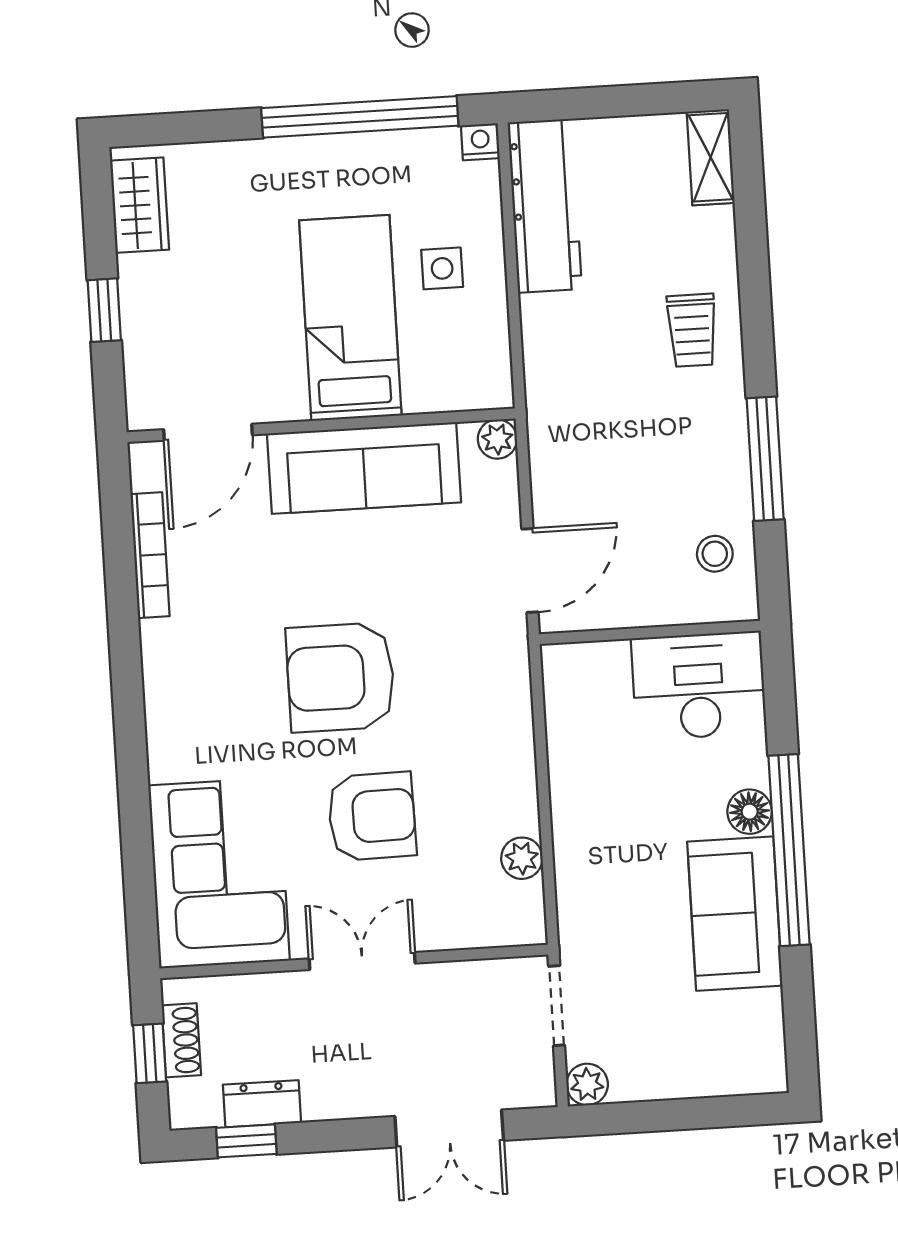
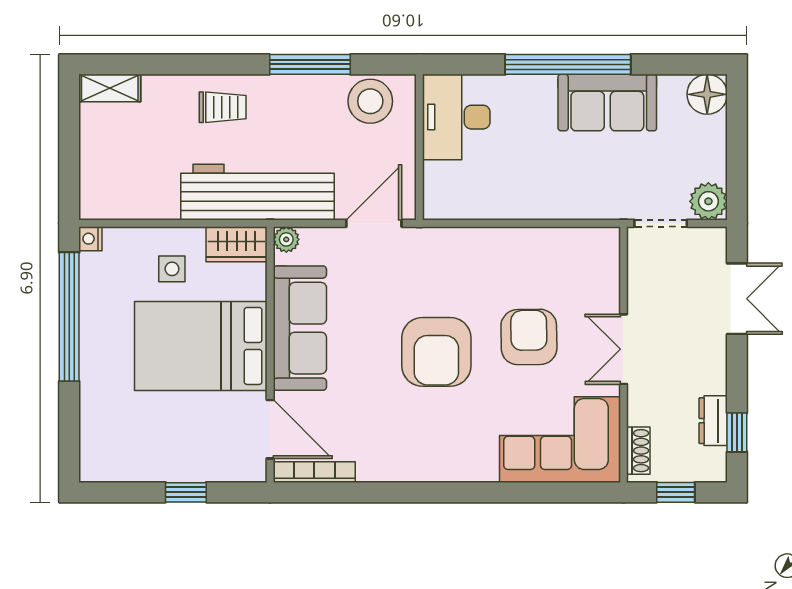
wardrobe: (139, 205) -> (237, 244), moved, turned 180
workbench: (545, 206) -> (257, 192), moved, width x1.36, depth x1.32
bed: (350, 318) -> (201, 346), width x1.50
stool: (715, 554) -> (370, 101), width x1.89, depth x1.89
bookcase: (150, 555) -> (314, 472), moved
door: (530, 571) -> (374, 223), hinge flipped
floor lamp: (750, 812) -> (707, 94), moved, width x1.38, depth x1.38
plant: (522, 858) -> (562, 240), removed
shoe rack: (181, 1040) -> (638, 451), moved, turned 90
plant: (587, 1084) -> (708, 201), width x1.38, depth x1.38

